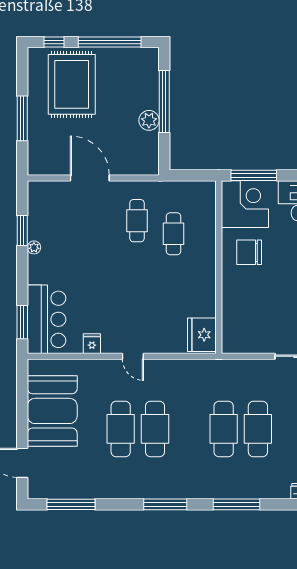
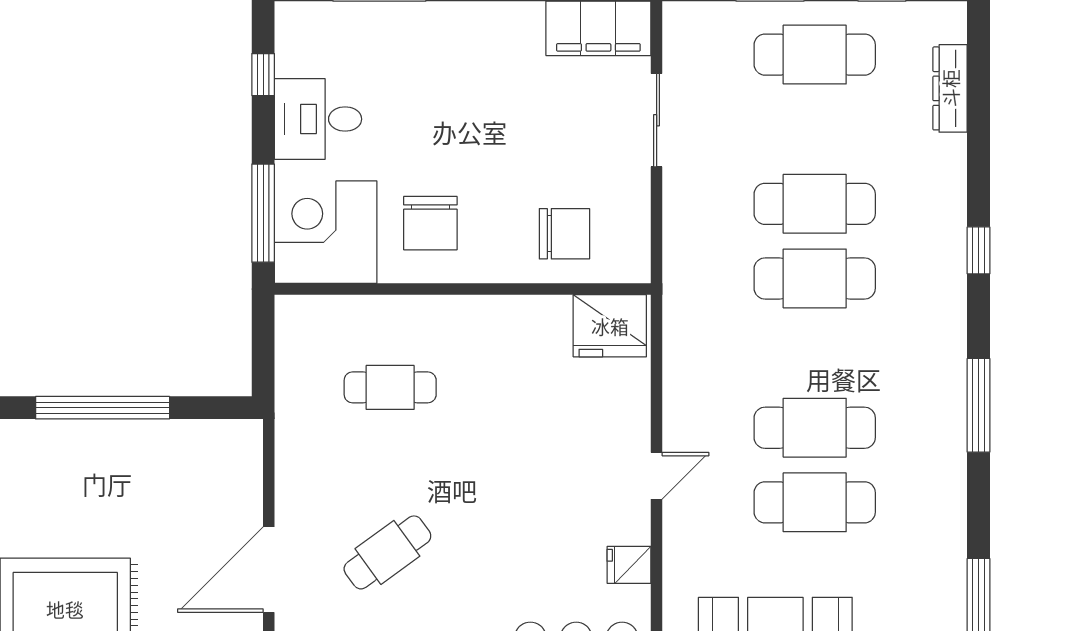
plant: (149, 120) -> (144, 441), removed
cafe table: (137, 221) -> (387, 552), moved, turned -36
chair: (244, 314) -> (564, 234), added
window: (237, 504) -> (978, 250), width x0.46

